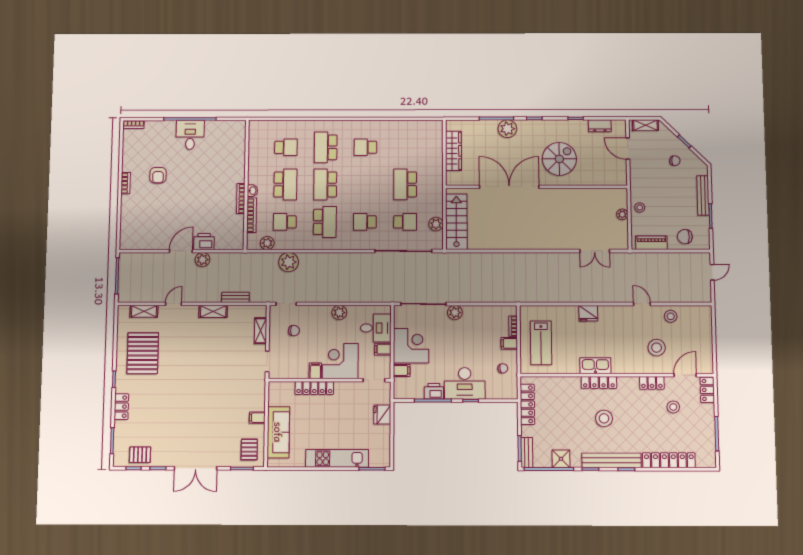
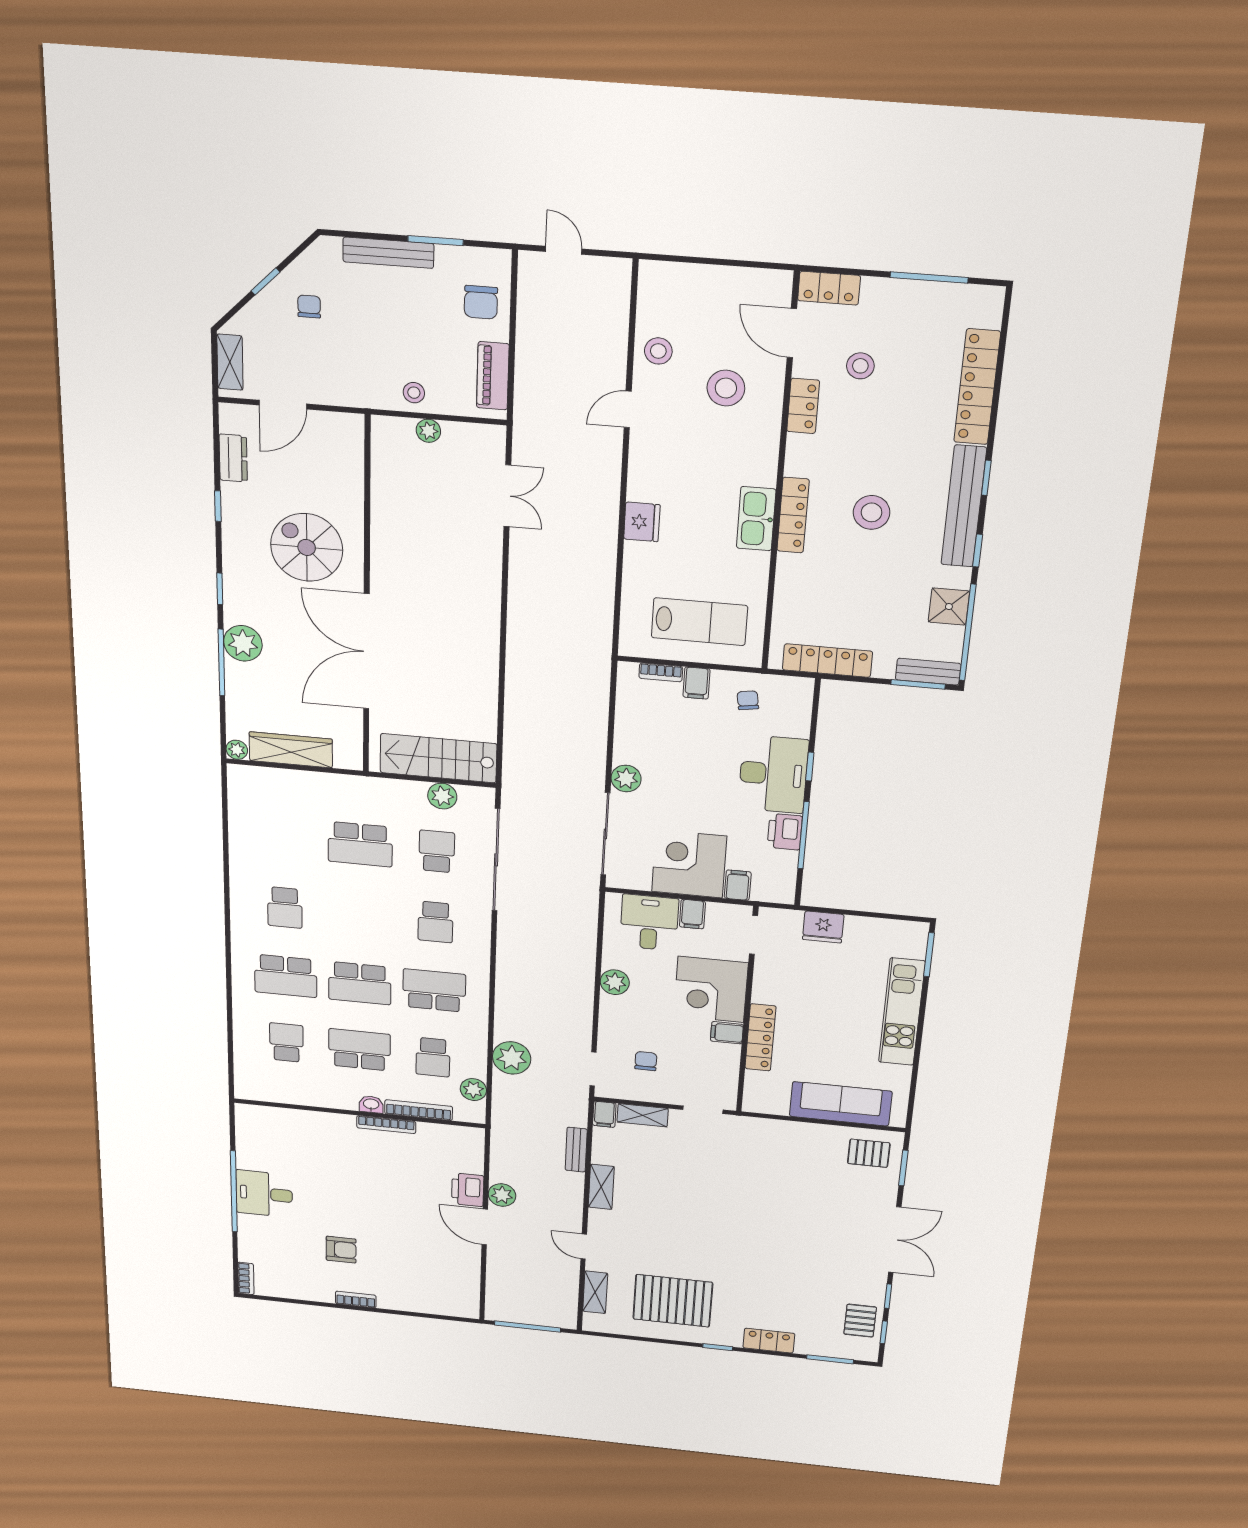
plant: (451, 125) -> (237, 750), added
filing cabinet: (257, 418) -> (604, 1114), moved

